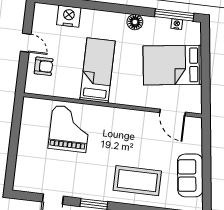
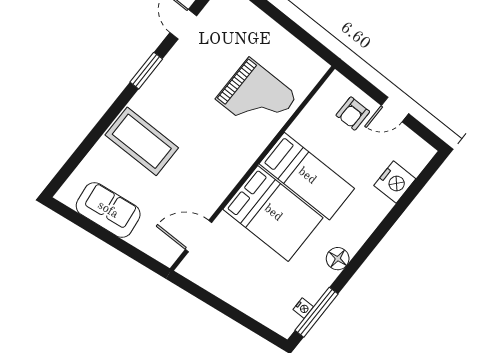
bed: (172, 65) -> (273, 213), moved, turned 97
coffee table: (137, 181) -> (142, 141), turned 90

